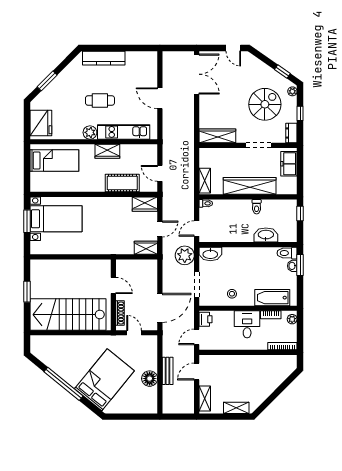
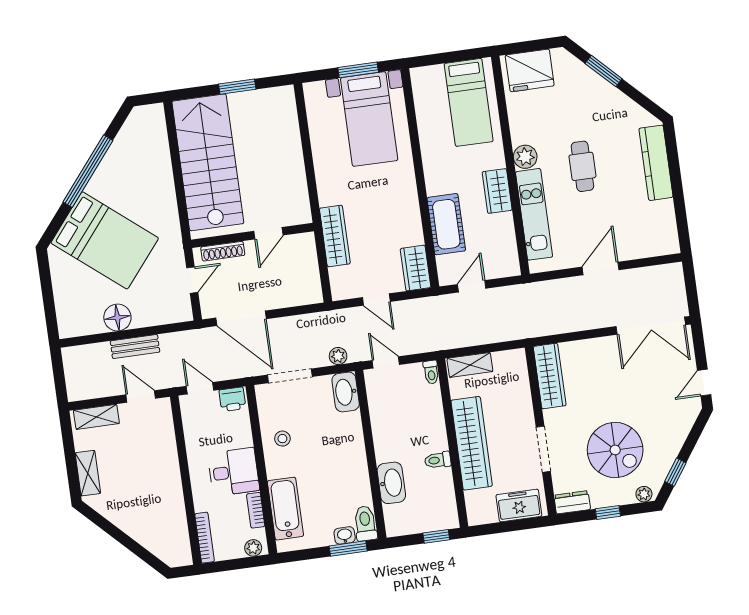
wardrobe: (146, 248) -> (335, 236), moved, width x1.50
plant: (185, 255) -> (338, 356), width x0.53, depth x0.53

